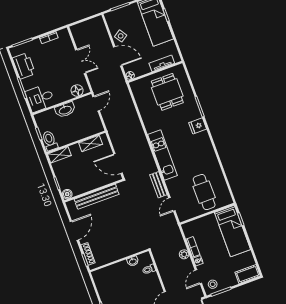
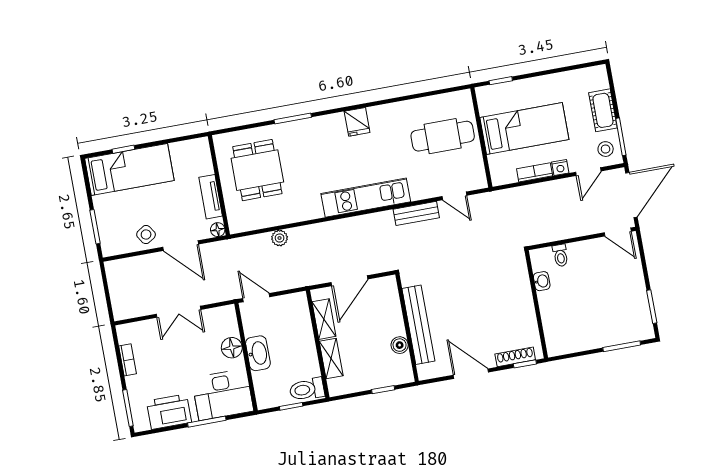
door: (118, 56) -> (181, 246), swing flipped
double door: (81, 61) -> (178, 312), swing flipped
tv unit: (162, 63) -> (211, 197), moved
floor lamp: (77, 91) -> (232, 348), moved
dining table: (167, 92) -> (257, 170), turned 90
desk: (40, 98) -> (223, 395), width x1.37
fridge: (198, 126) -> (357, 122), moved
shelving: (59, 155) -> (331, 359), moved
door: (118, 164) -> (349, 281), moved
boiler: (67, 194) -> (400, 345), moved
bed: (232, 231) -> (524, 129), moved
plant: (184, 254) -> (280, 238), moved
cot: (248, 274) -> (603, 110), moved
door: (198, 277) -> (588, 172), hinge flipped

